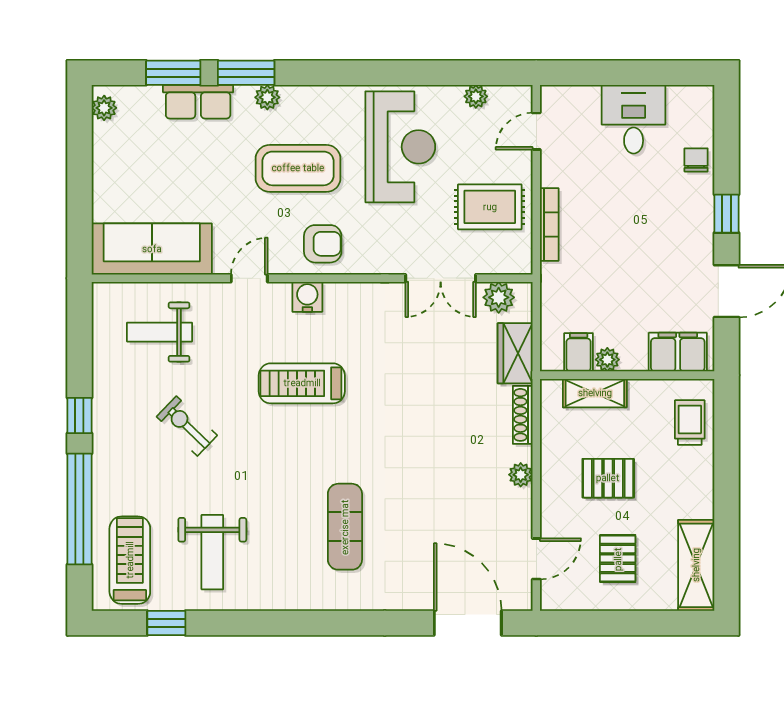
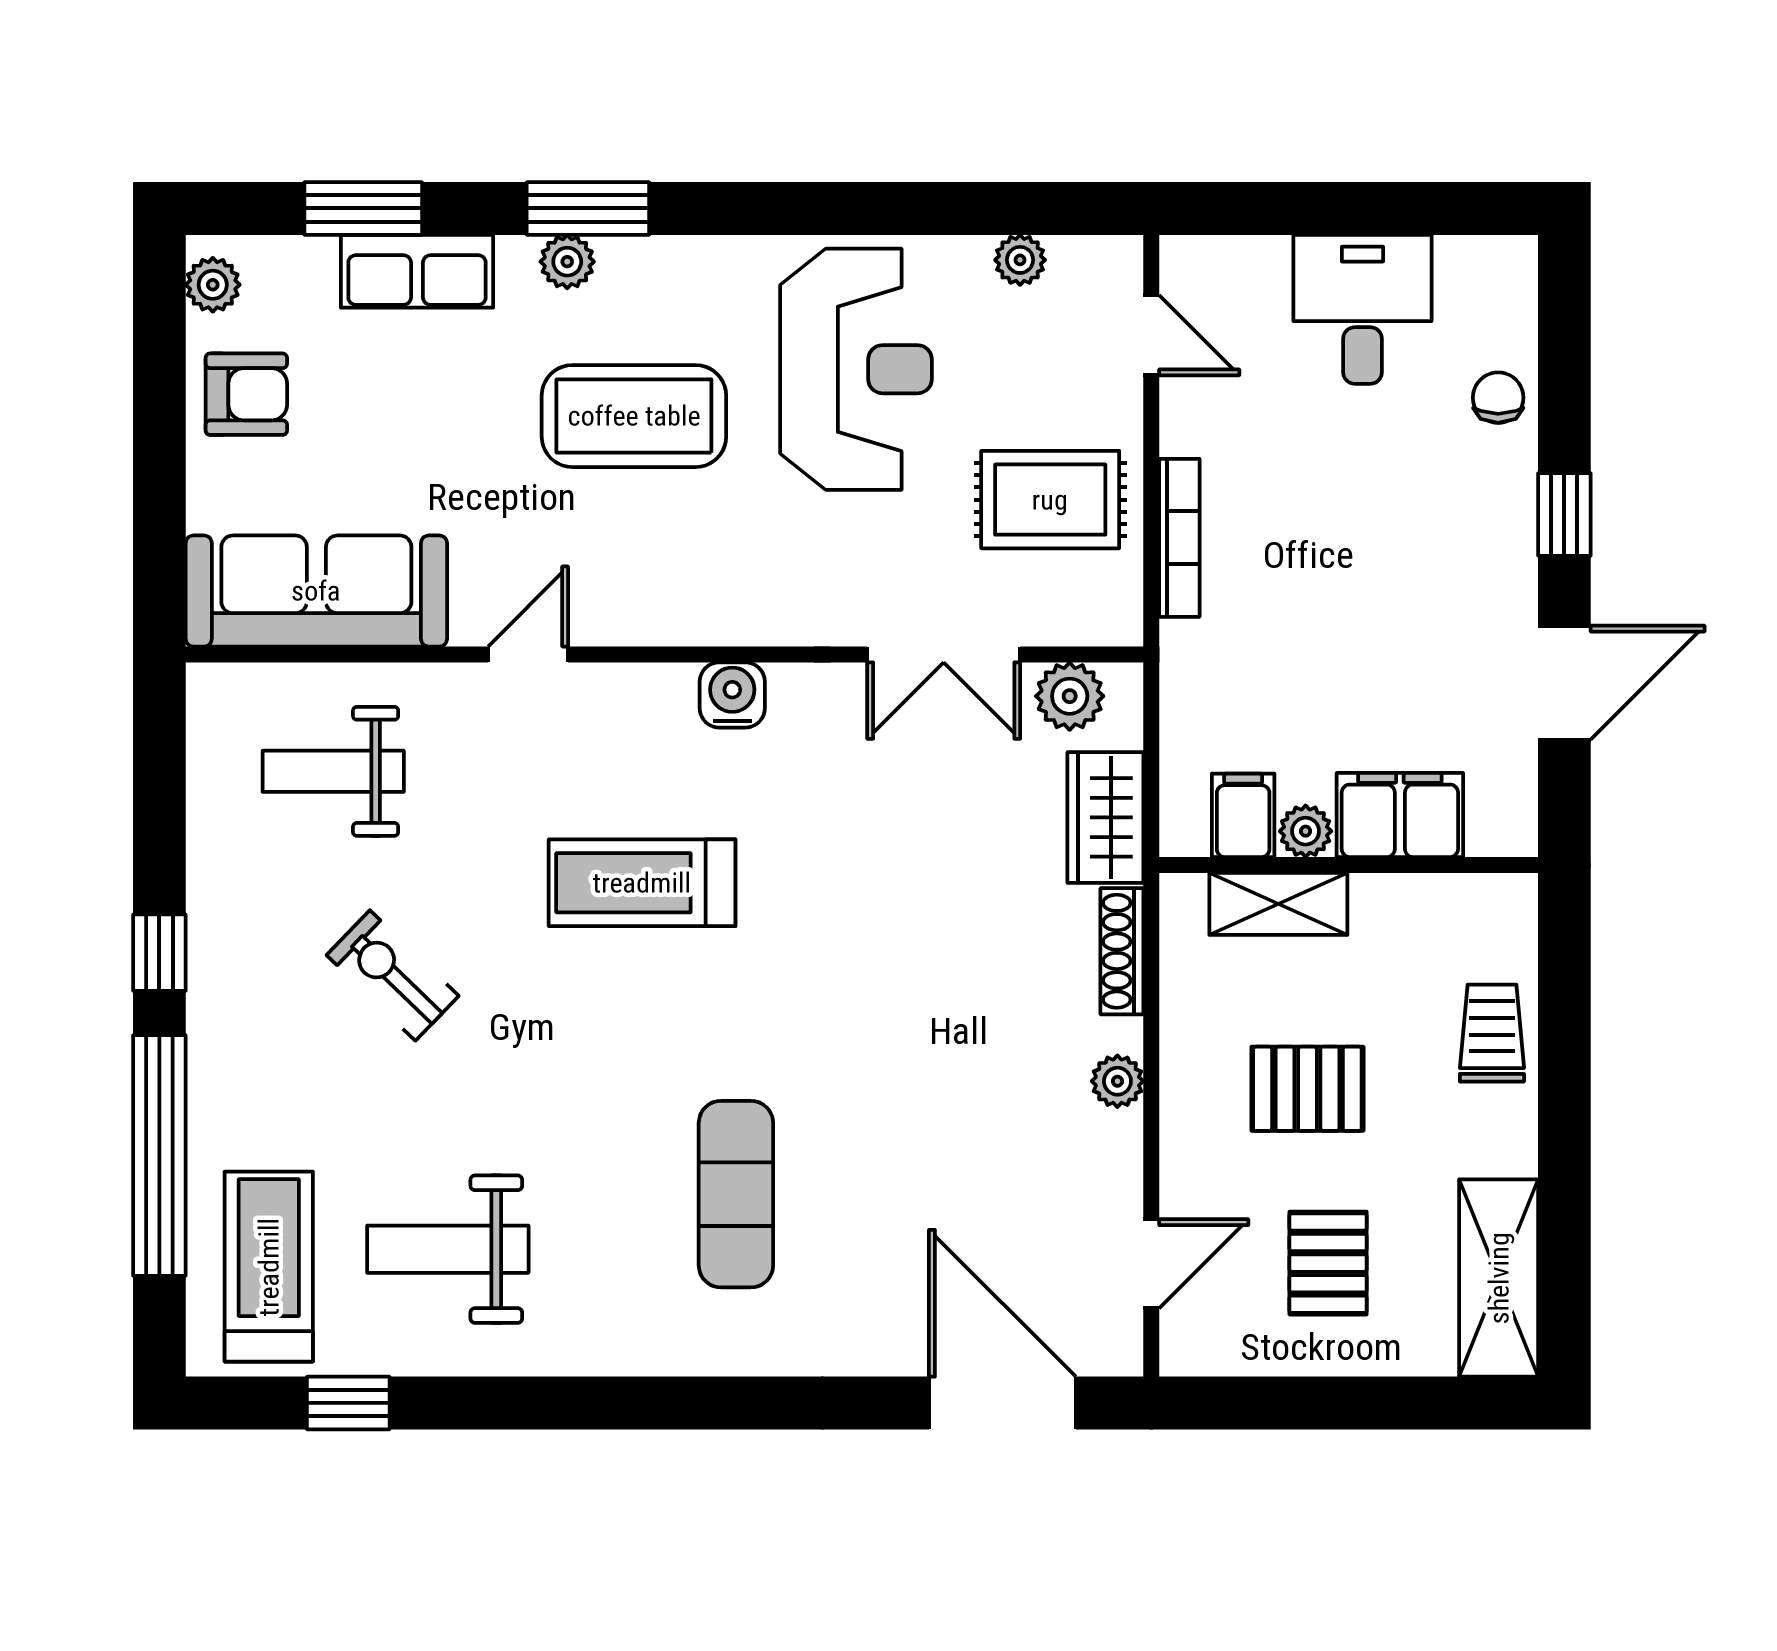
window: (246, 73) -> (588, 208), moved
door: (536, 131) -> (1151, 335), swing flipped
armchair: (323, 244) -> (246, 394), moved
water cooler: (307, 297) -> (732, 695), moved
filing cabinet: (678, 352) -> (1400, 815), moved
trolley: (690, 423) -> (1492, 1033), moved
weight bench: (212, 552) -> (448, 1249), turned 90

